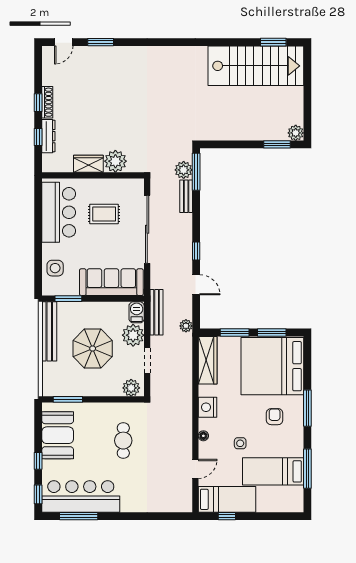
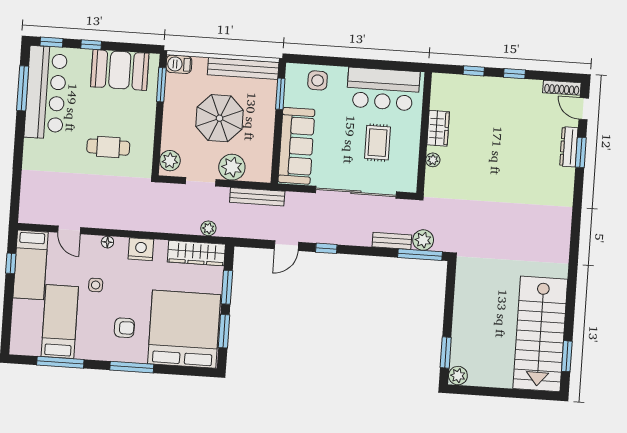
shoe rack: (47, 102) -> (562, 88), moved
dresser: (48, 136) -> (569, 147), moved, turned 90
plant: (115, 161) -> (433, 160), width x0.53, depth x0.53
barbecue: (137, 312) -> (179, 64), moved, turned 180
plant: (186, 326) -> (208, 228), moved

